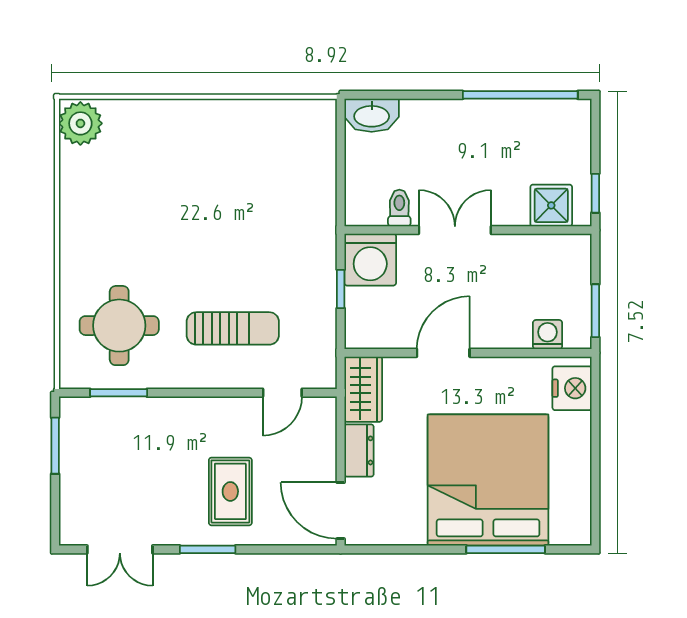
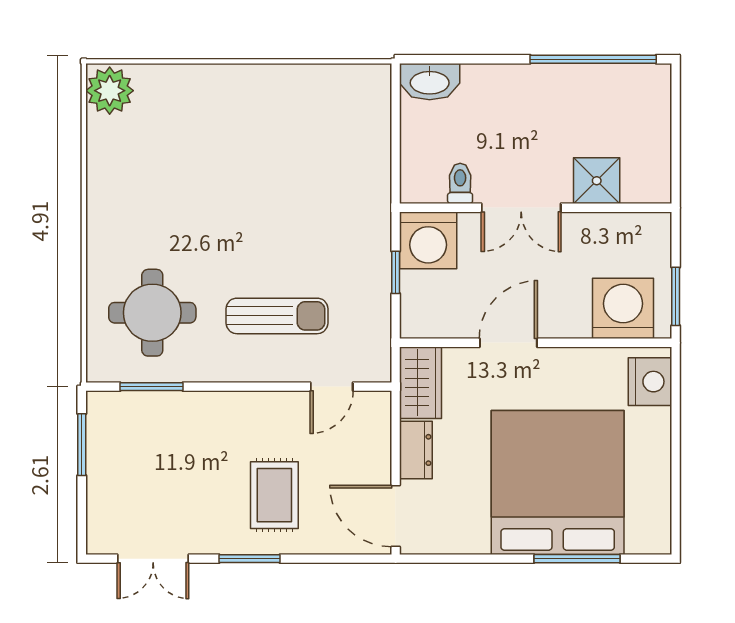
window: (595, 193) -> (676, 167), removed
shower: (551, 205) -> (597, 181), moved
double door: (455, 230) -> (521, 208), swing flipped
washing machine: (548, 335) -> (623, 308), width x1.89, depth x1.89

